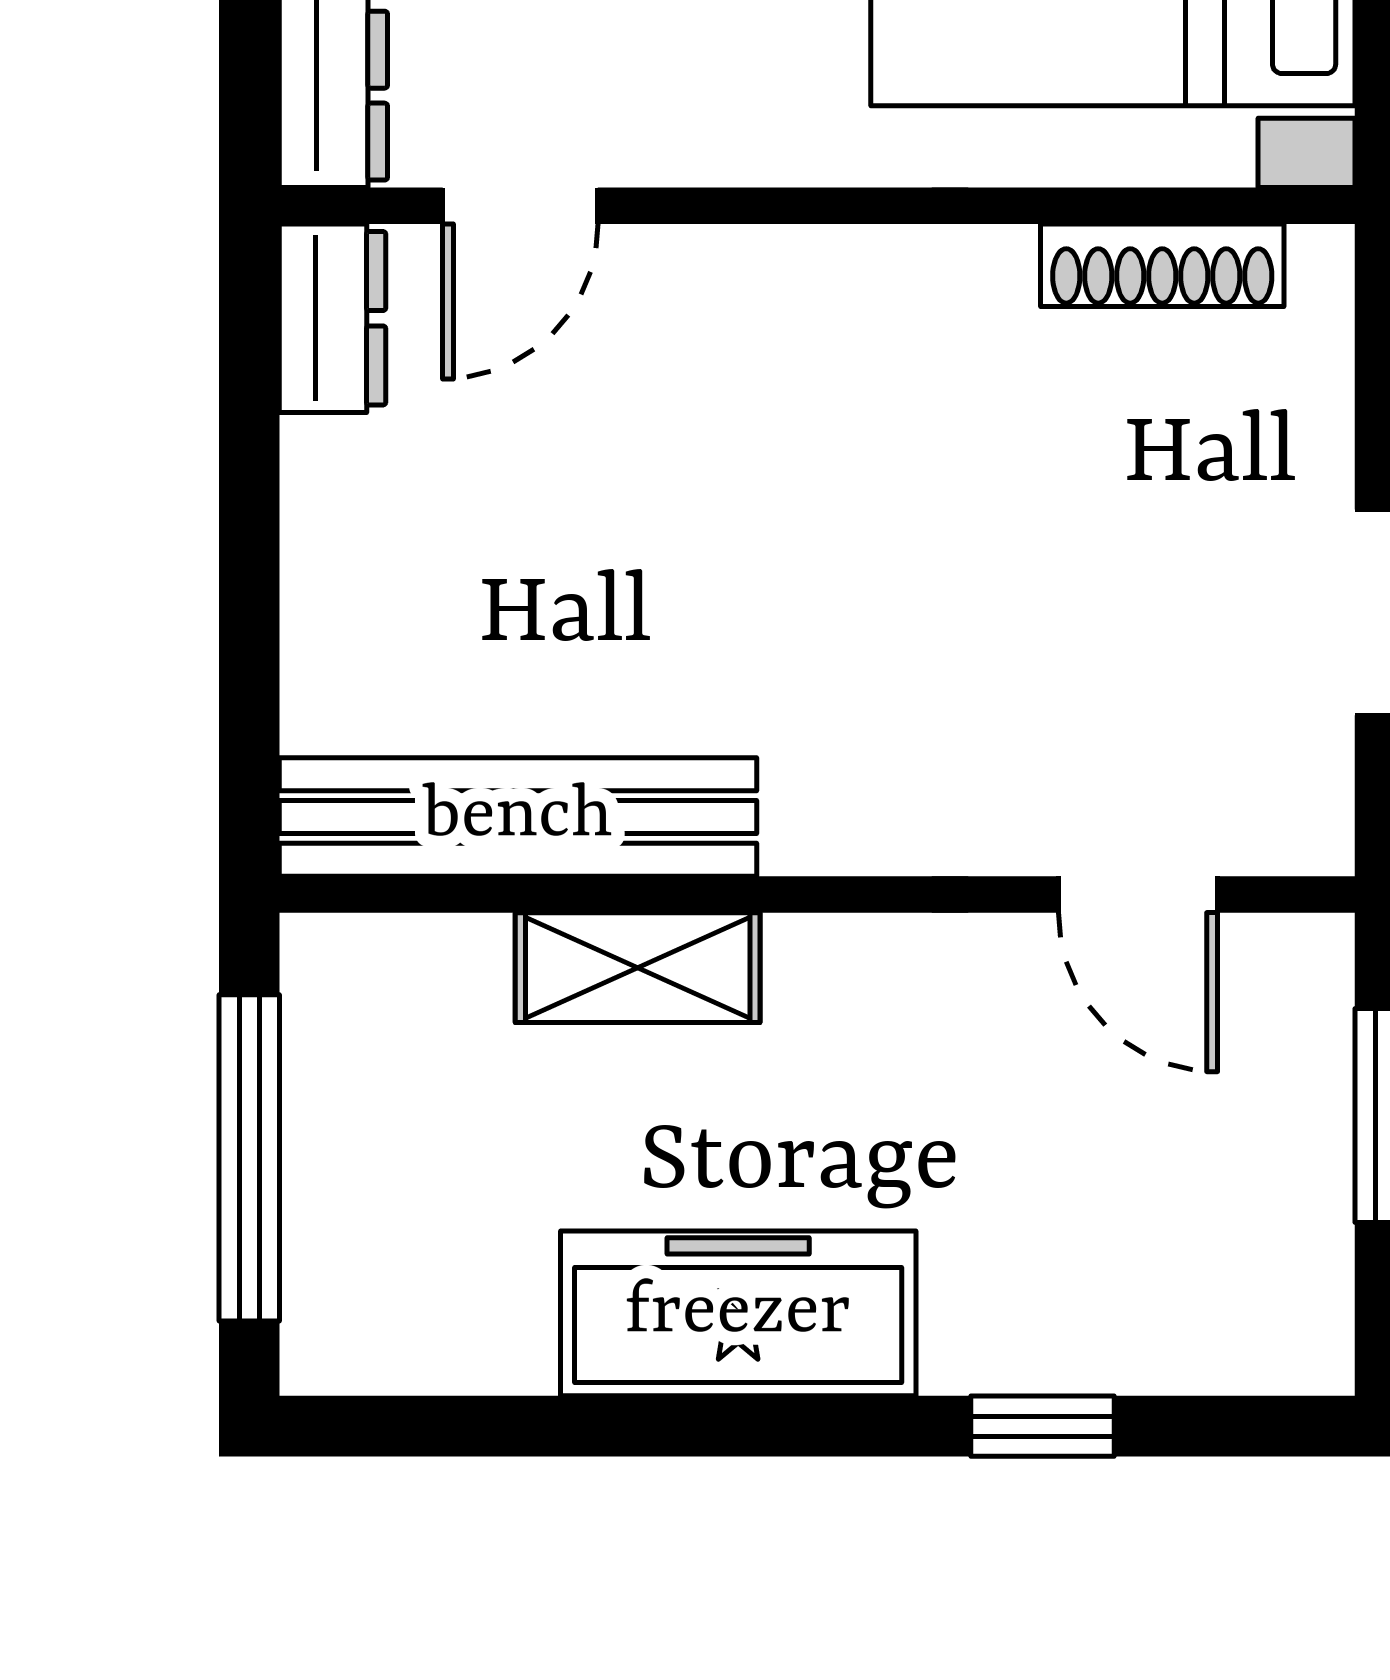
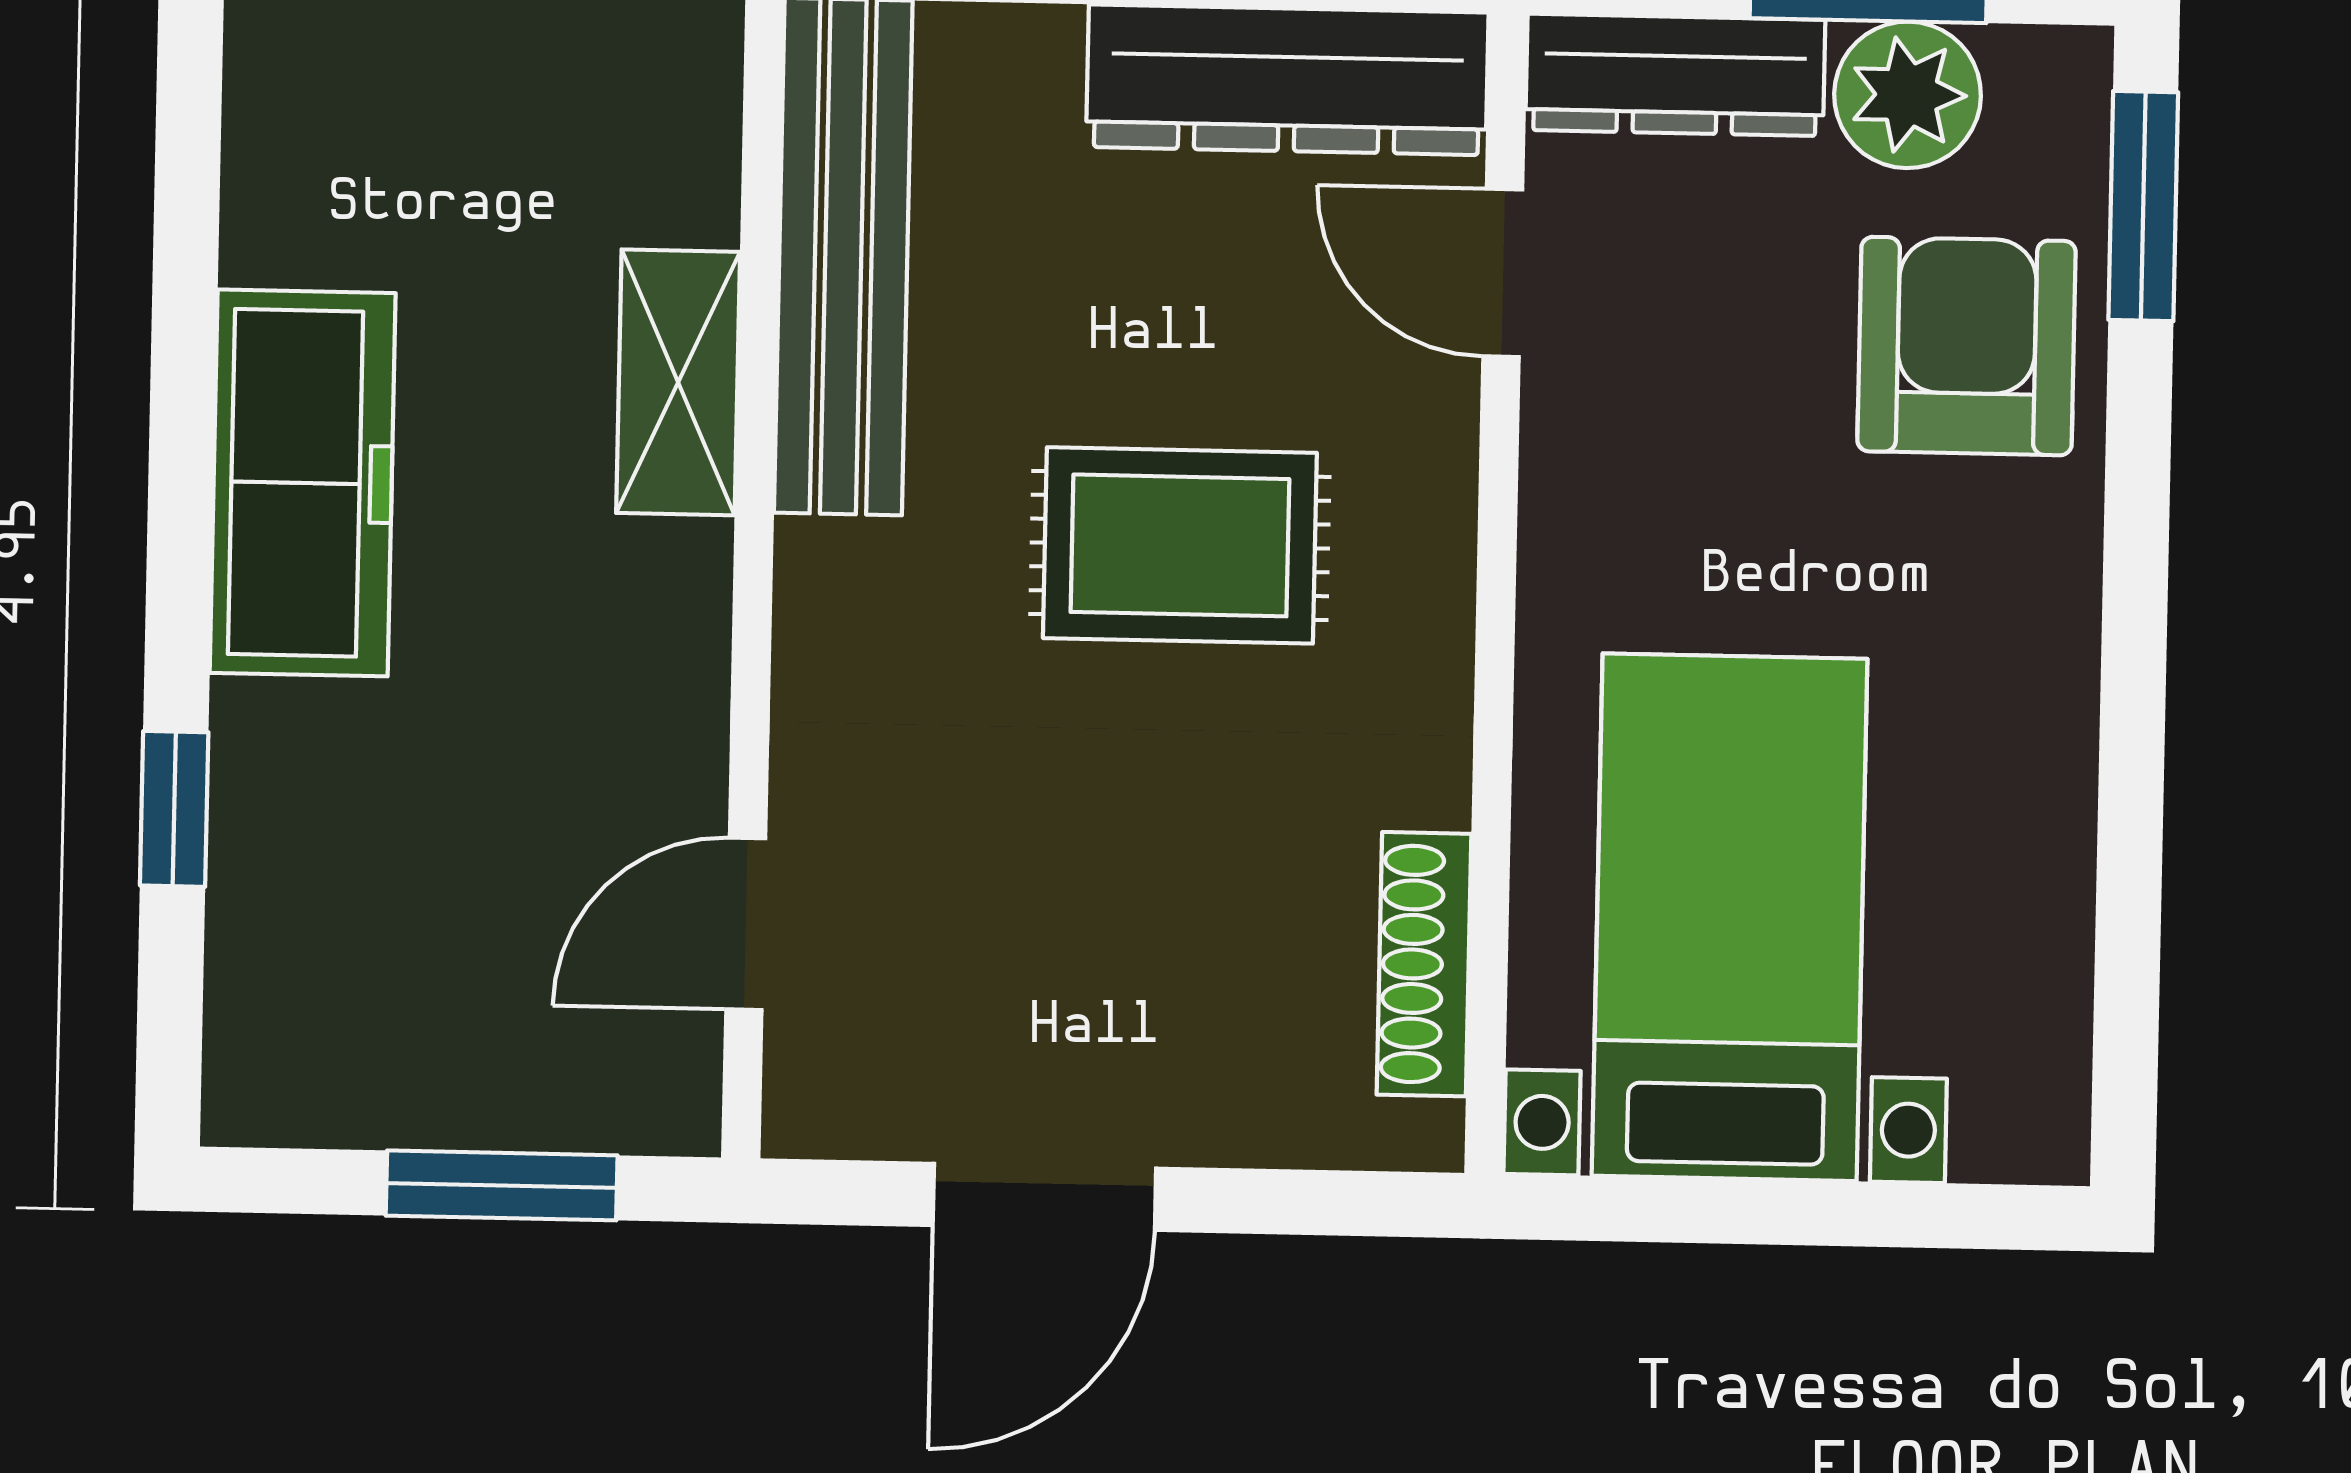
dresser: (333, 318) -> (1287, 80), width x1.96, depth x1.24
rug: (779, 499) -> (1180, 545), added

